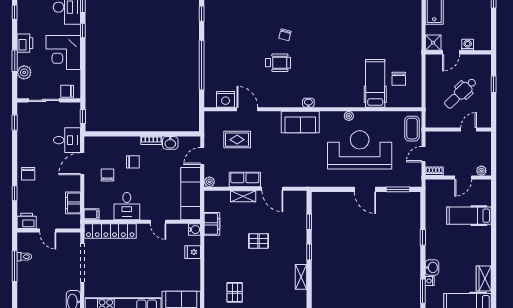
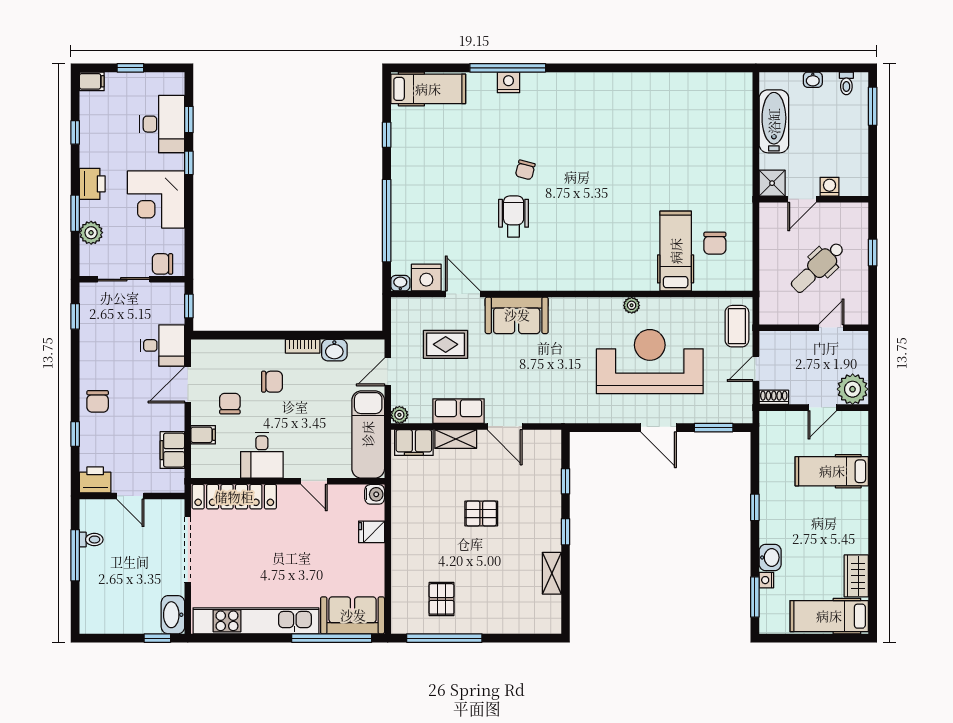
wheelchair: (278, 63) -> (514, 217), turned -90
washbasin: (308, 103) -> (400, 283), moved
sofa: (300, 122) -> (517, 315), moved
plant: (481, 171) -> (853, 389), width x1.88, depth x1.88
filing cabinet: (92, 214) -> (203, 435), moved
filing cabinet: (212, 224) -> (414, 443), moved, turned 90

